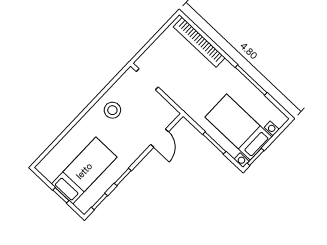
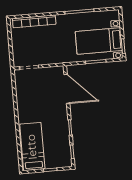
stool: (112, 110) -> (29, 101), removed
door: (160, 138) -> (67, 89), width x1.88
bed: (84, 171) -> (32, 147), moved

